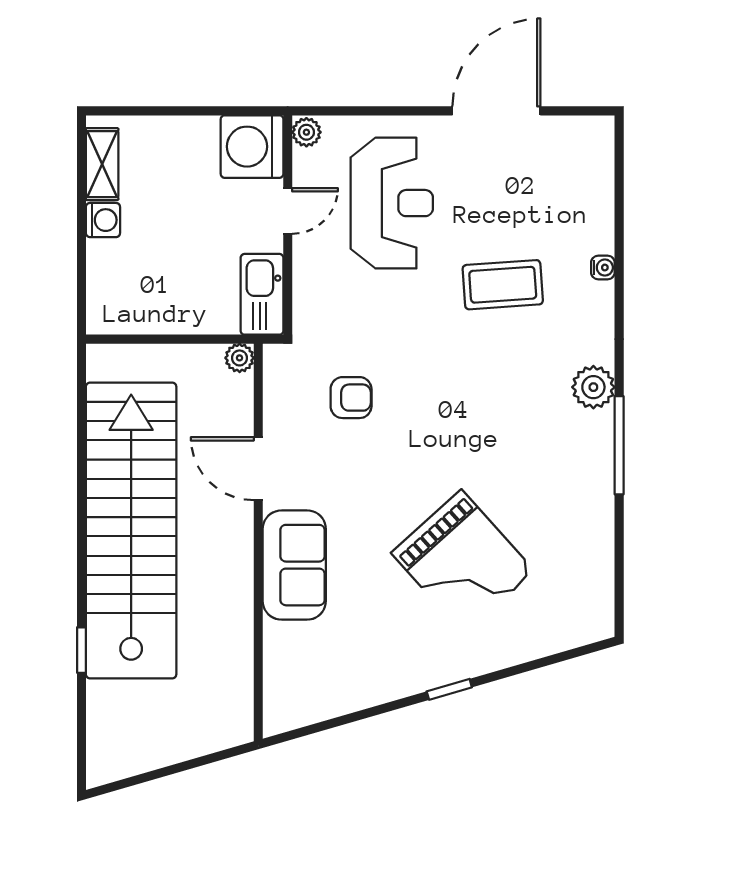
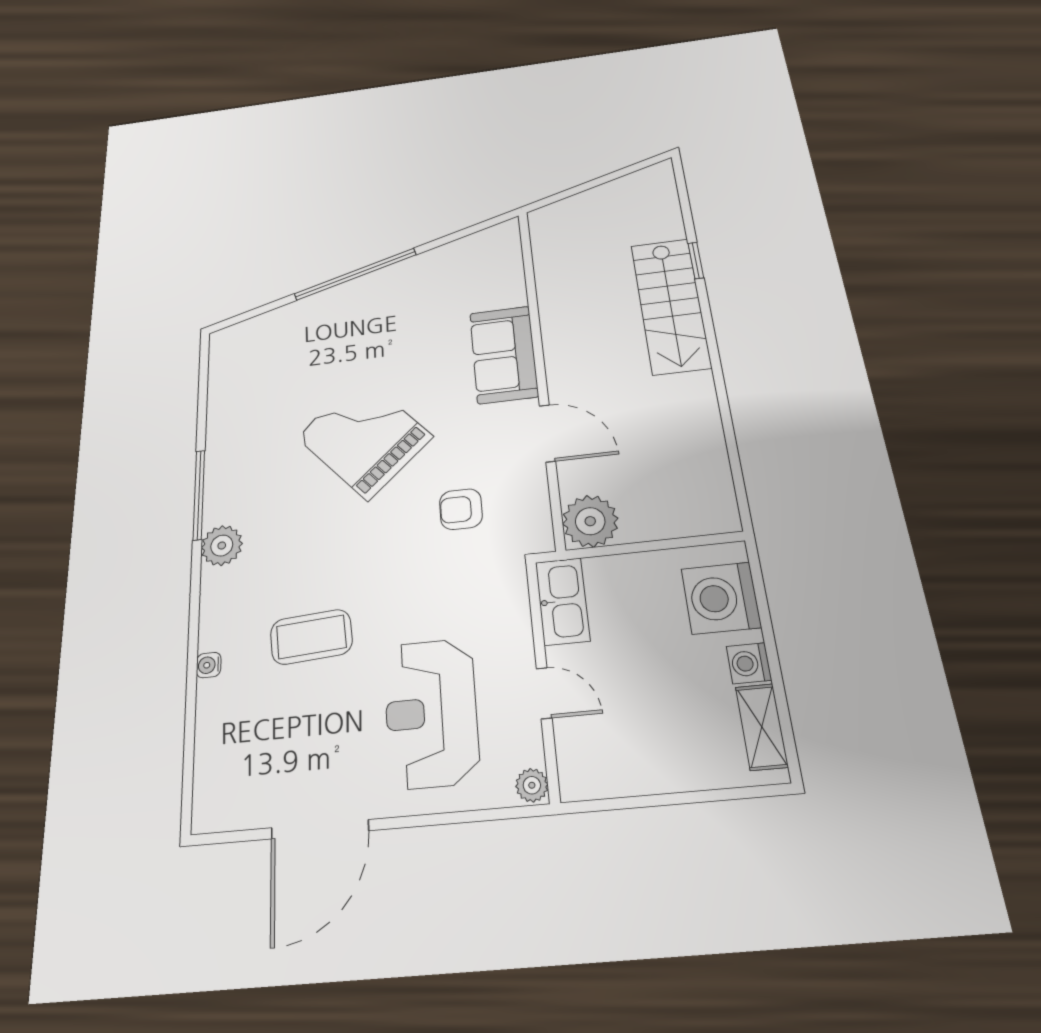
washing machine: (252, 147) -> (721, 598), moved, turned 180
door: (288, 211) -> (544, 693), swing flipped
plant: (240, 358) -> (590, 521), width x1.88, depth x1.88
stairs: (131, 531) -> (670, 305), width x0.54, depth x0.66
grand piano: (463, 562) -> (364, 437), moved
window: (449, 689) -> (355, 274), width x3.17

